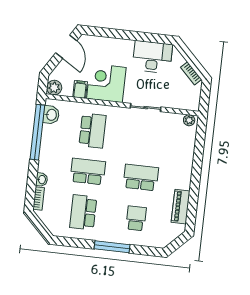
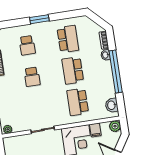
window: (37, 132) -> (116, 72), moved
school desk: (88, 171) -> (73, 70), turned 90
school desk: (141, 177) -> (32, 77), width x0.54
window: (112, 247) -> (39, 19), width x0.69

